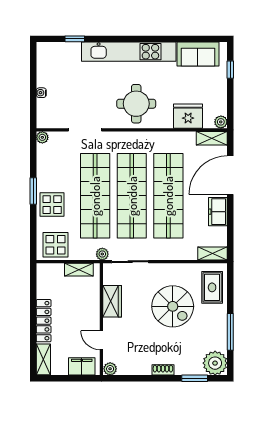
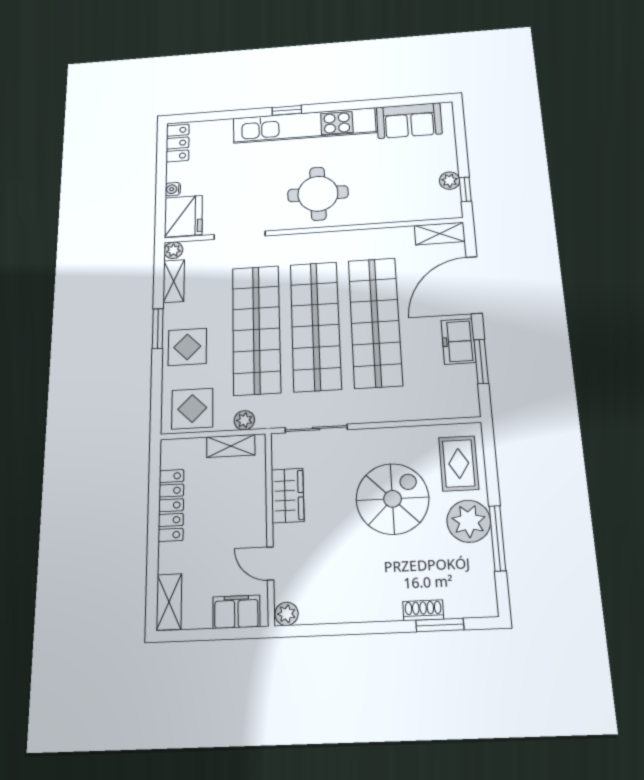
window: (75, 39) -> (287, 110), moved
locker: (44, 58) -> (178, 143), added
window: (230, 70) -> (465, 189), moved
fridge: (188, 116) -> (183, 216), moved, turned 90
plant: (221, 122) -> (450, 181), moved
window: (230, 225) -> (481, 361), added
plant: (102, 254) -> (244, 420), moved
shelving: (213, 254) -> (174, 281), moved, turned 90
spiral stairs: (173, 306) -> (393, 499), turned -90
locker: (44, 321) -> (171, 505), moved
plant: (215, 363) -> (469, 521), moved
shoe rack: (163, 370) -> (423, 610), moved

